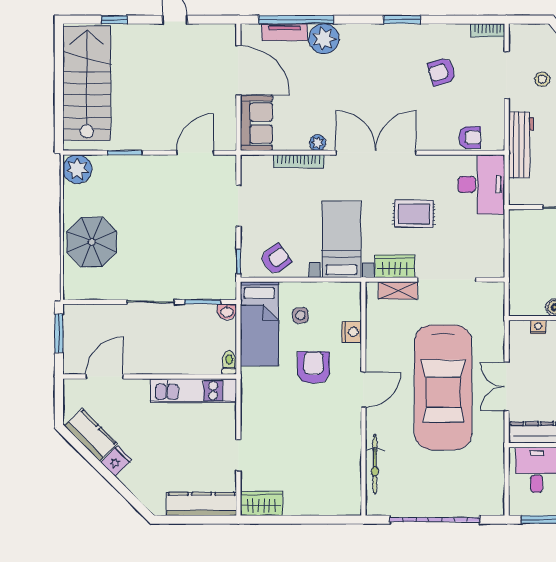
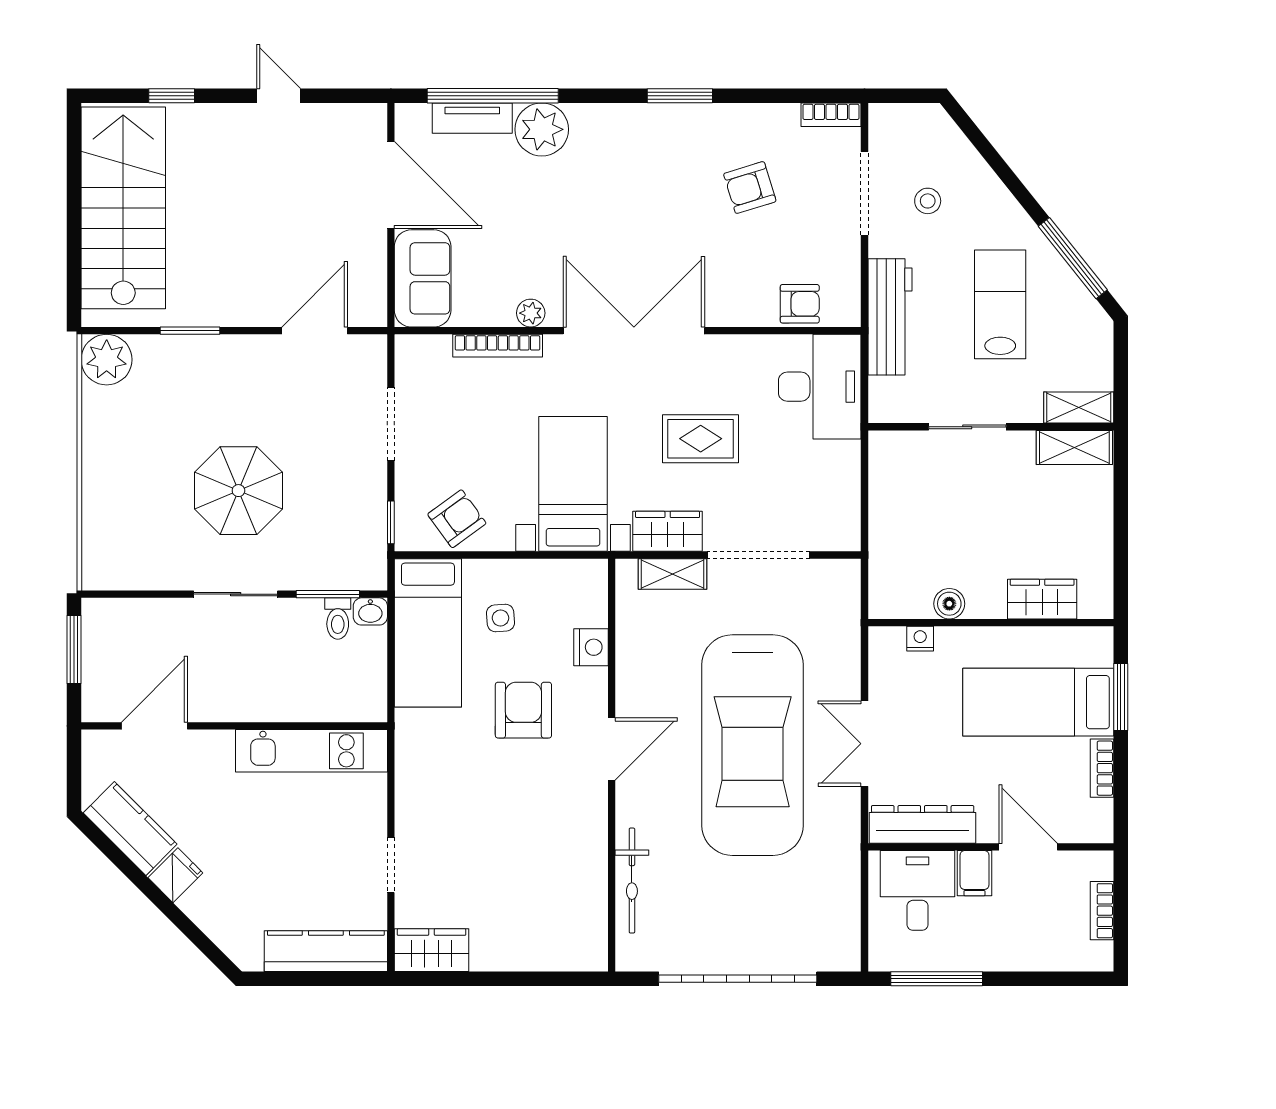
parasol: (92, 242) -> (238, 491), moved
toilet: (229, 363) -> (338, 619), moved, turned 180

